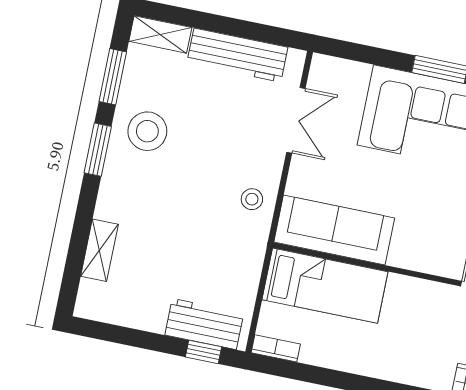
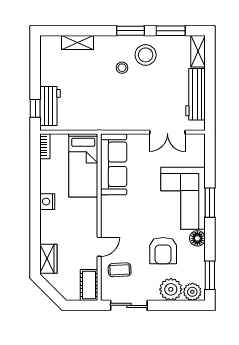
stool: (252, 199) -> (122, 68), moved
nightstand: (377, 365) -> (47, 202), added

